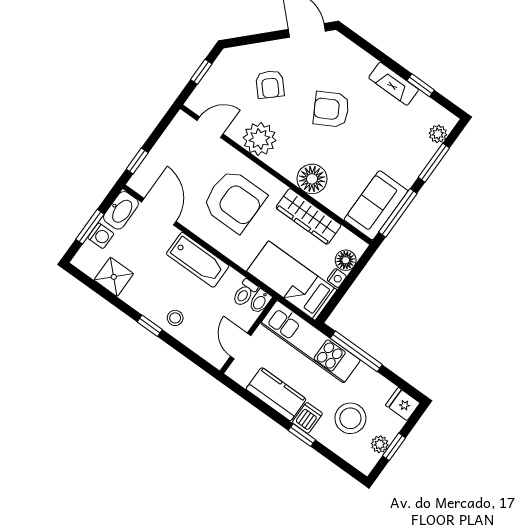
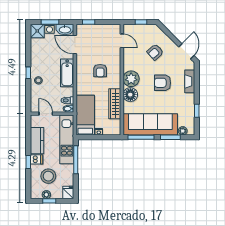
fireplace: (394, 84) -> (190, 81), moved
armchair: (331, 109) -> (163, 83), turned -61
plant: (260, 139) -> (131, 79), moved
armchair: (234, 201) -> (100, 71), width x0.53, depth x0.53
sofa: (376, 205) -> (150, 124), width x1.85, depth x1.27
door: (159, 212) -> (75, 45), swing flipped
floor lamp: (346, 260) -> (108, 130), removed
shower: (114, 277) -> (37, 31), moved
door: (241, 346) -> (46, 114), hinge flipped

